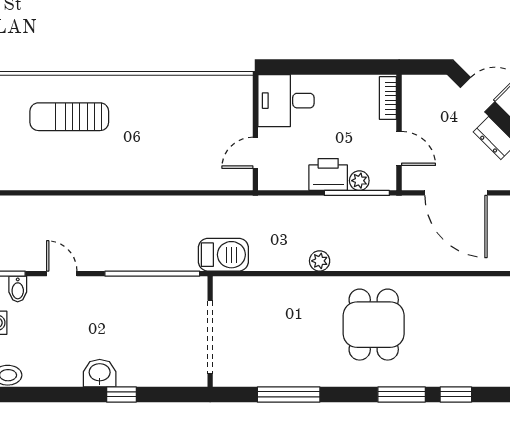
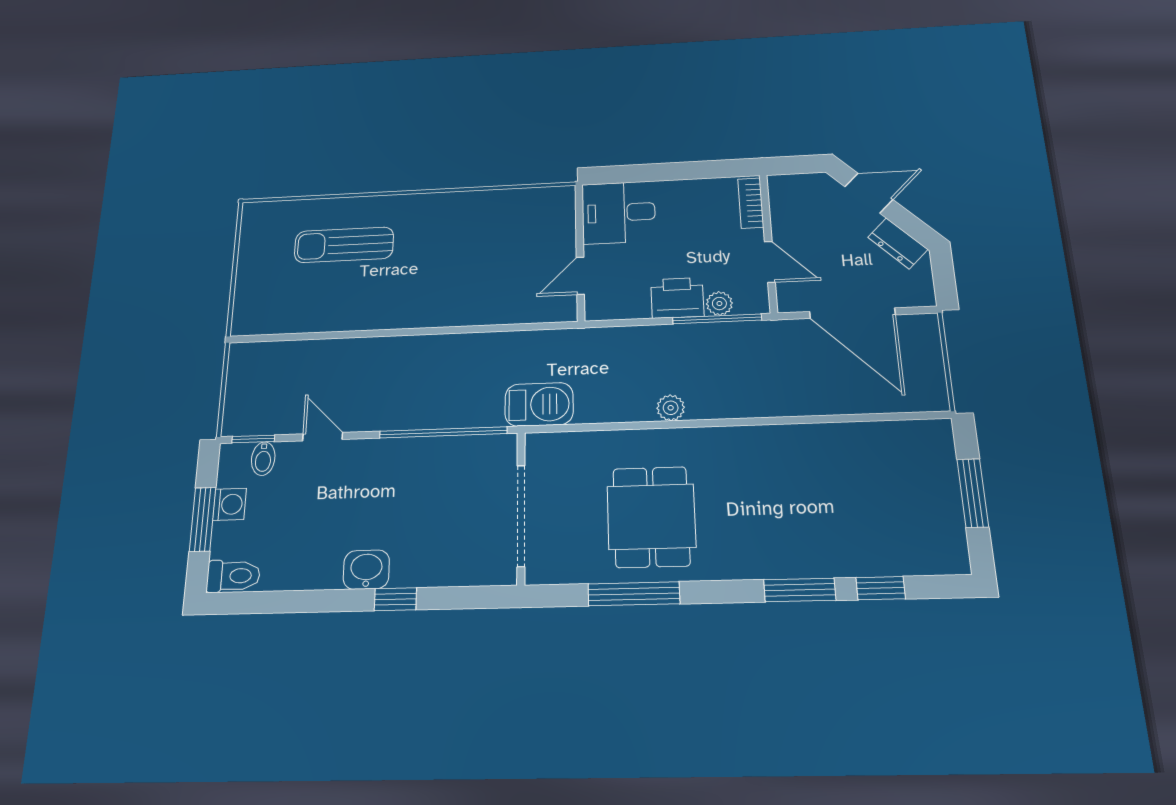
dining table: (374, 325) -> (651, 517), moved

